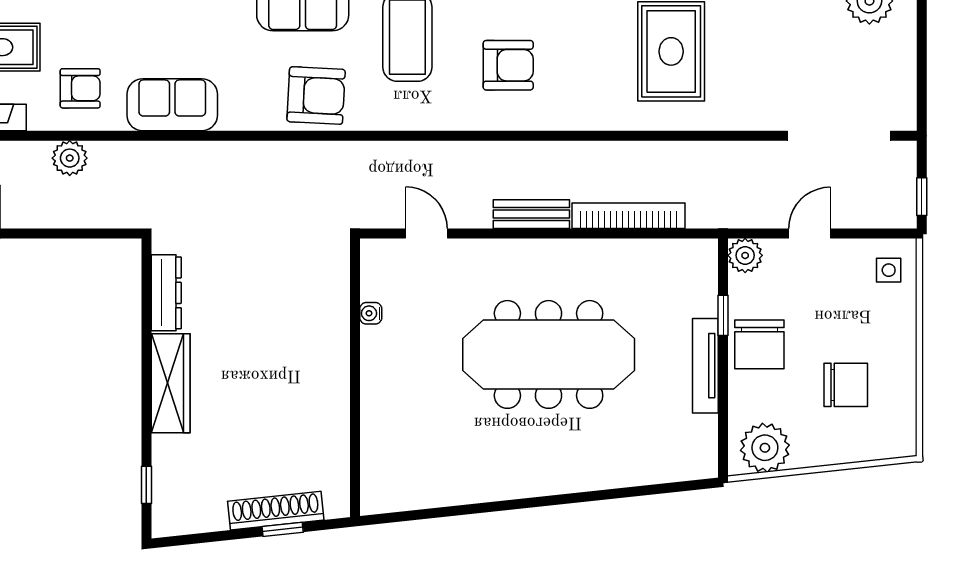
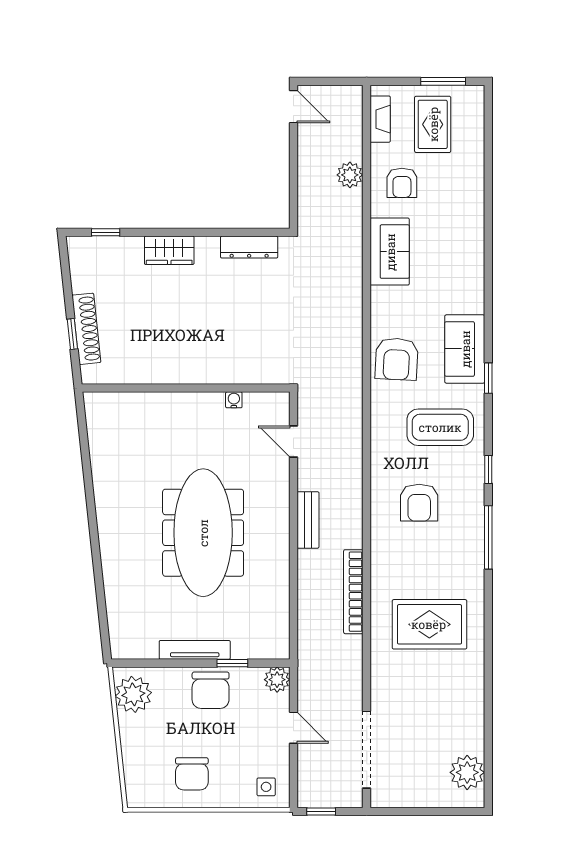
bookcase: (628, 216) -> (353, 592), moved, turned 180
door: (426, 233) -> (293, 441), swing flipped
chair: (759, 344) -> (211, 690), turned -90
wardrobe: (171, 383) -> (169, 250), width x0.67
chair: (846, 385) -> (192, 774), moved

